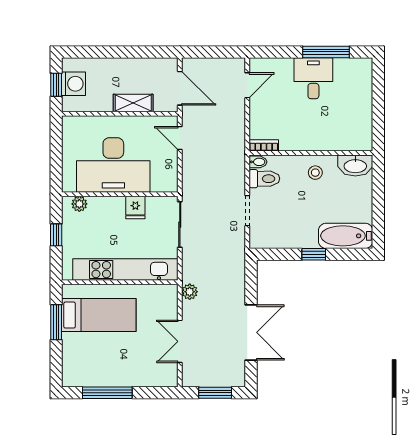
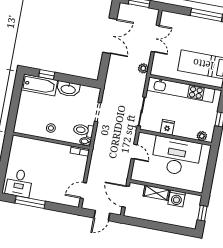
door: (211, 52) -> (102, 216), added
desk: (313, 78) -> (19, 183), moved
washing machine: (74, 84) -> (177, 198), moved, turned -90
door: (180, 138) -> (134, 152), moved
washbasin: (355, 166) -> (68, 89), moved, turned 180
window: (314, 254) -> (47, 75), moved
double door: (251, 332) -> (110, 36), swing flipped

